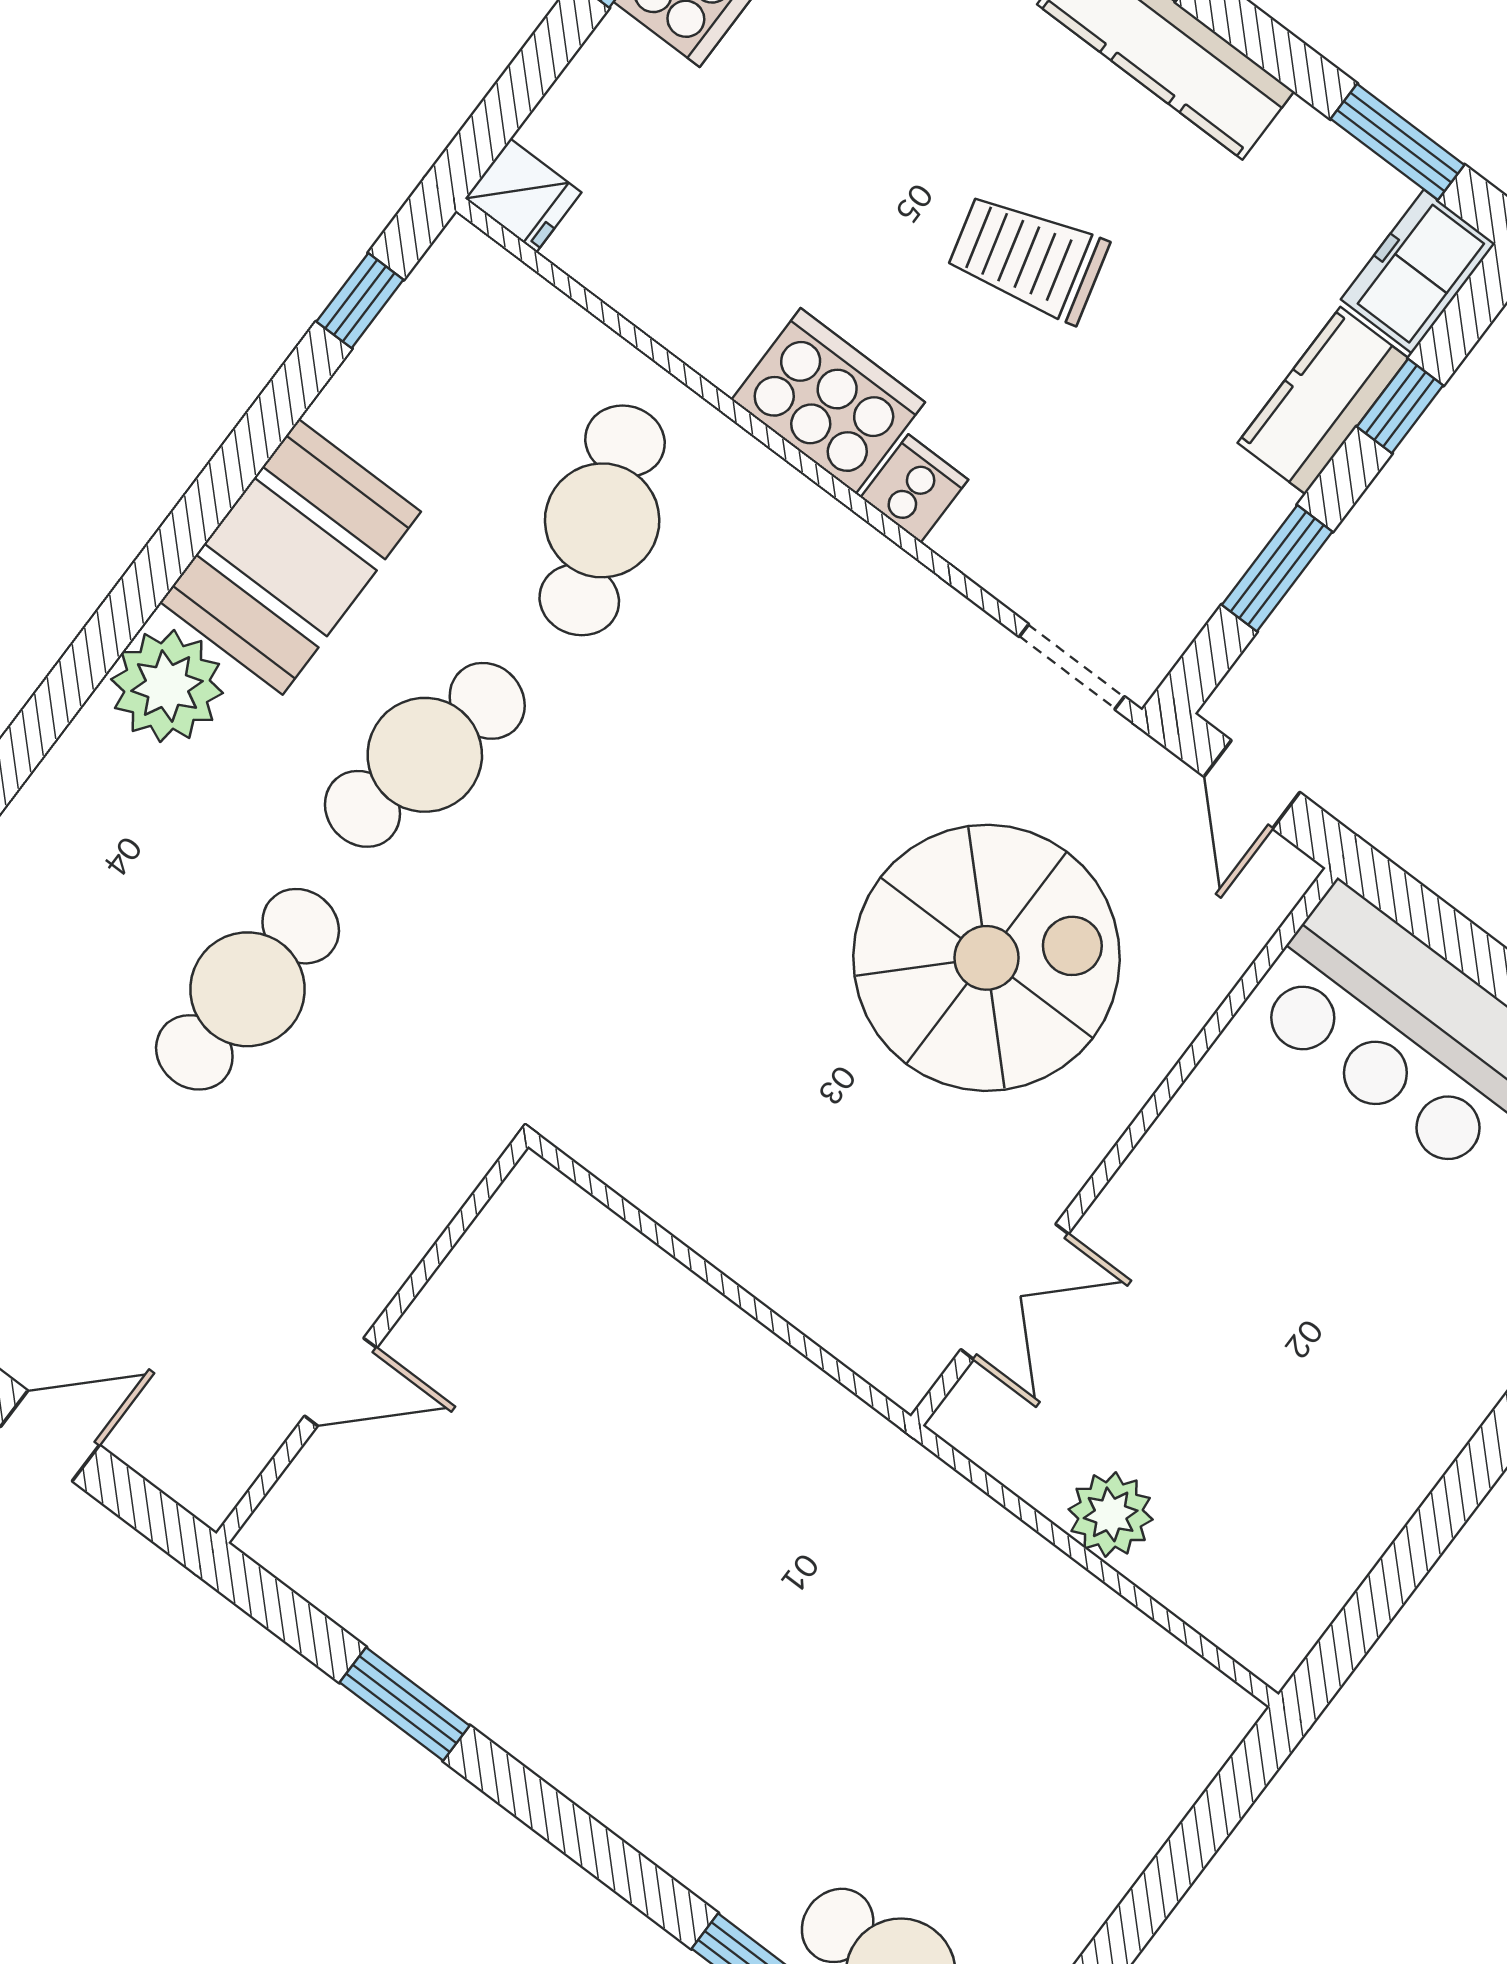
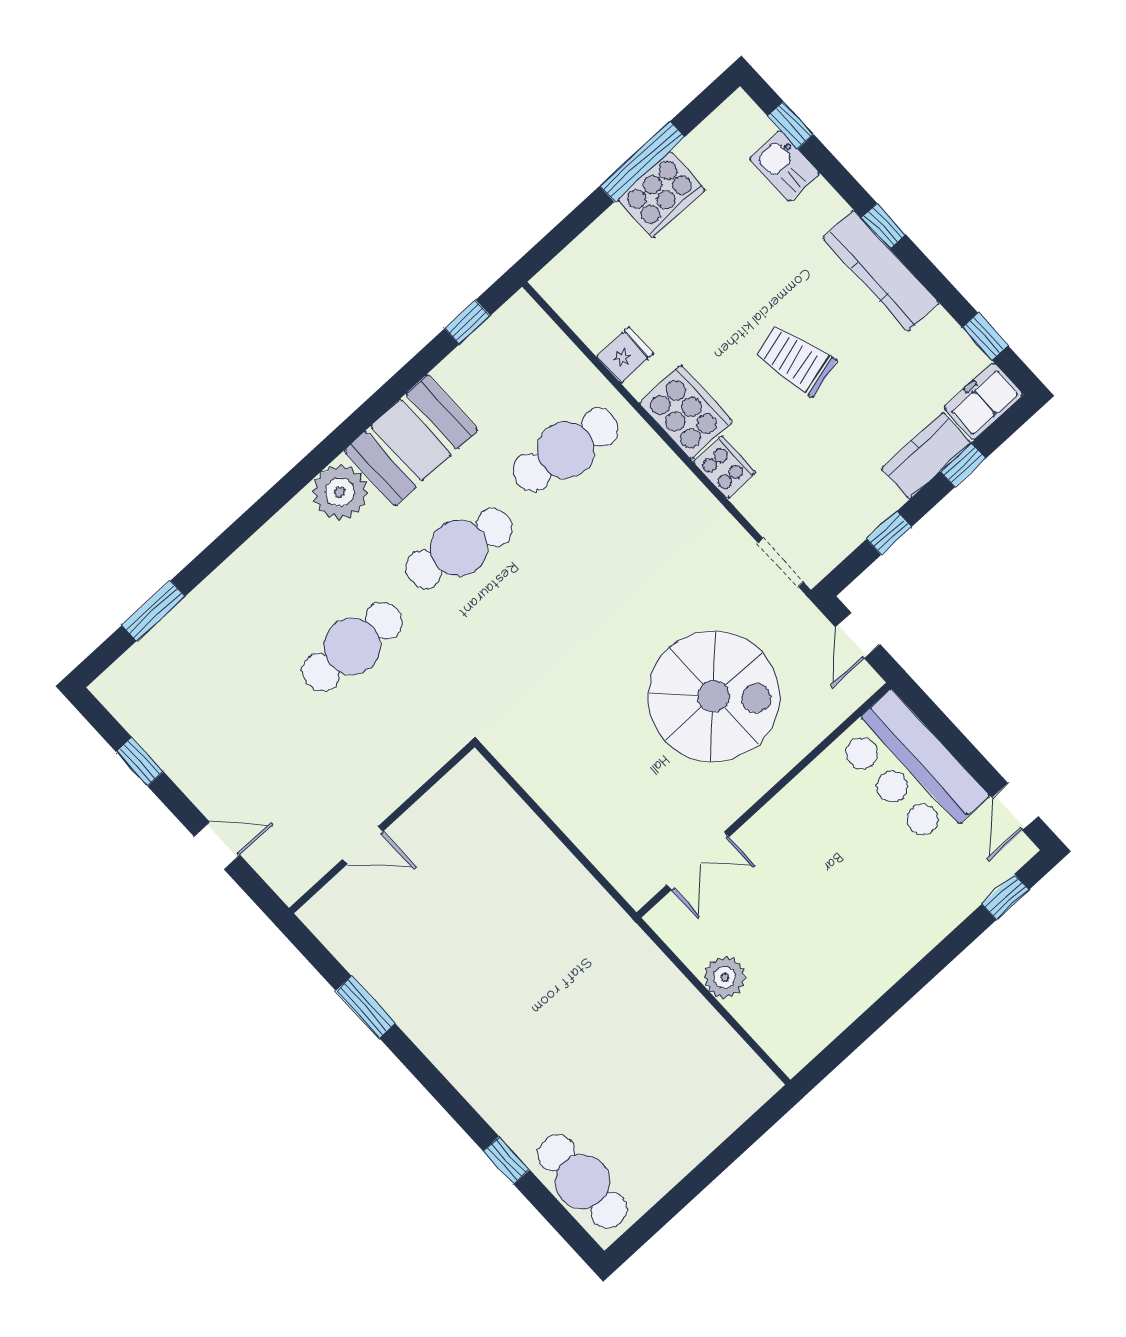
window: (1397, 142) -> (985, 337), width x0.67
fridge: (523, 195) -> (625, 355), moved, turned -90
cooker: (914, 489) -> (725, 467), width x1.36
cafe table: (602, 520) -> (566, 450), turned 30
window: (1277, 568) -> (889, 533), width x0.67

